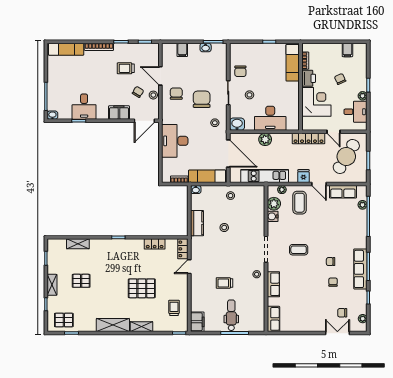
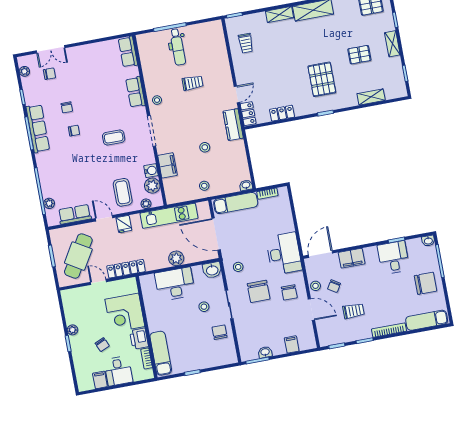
chair: (61, 80) -> (425, 283), added
desk: (355, 112) -> (118, 371), moved, turned -90
desk: (175, 141) -> (284, 254), moved
kitchen counter: (197, 223) -> (233, 125), moved
pallet: (142, 288) -> (322, 79), moved, turned 90
filing cabinet: (197, 322) -> (167, 165), moved, turned 180

